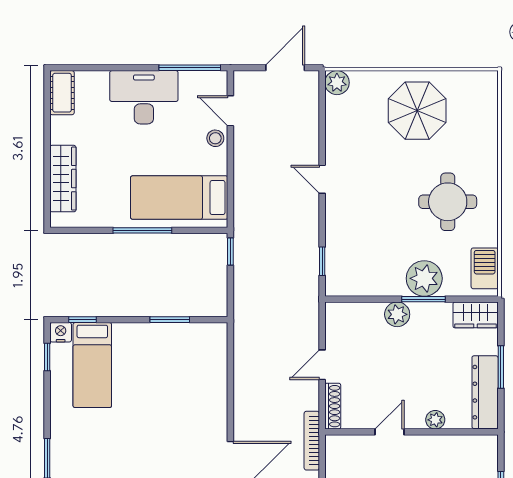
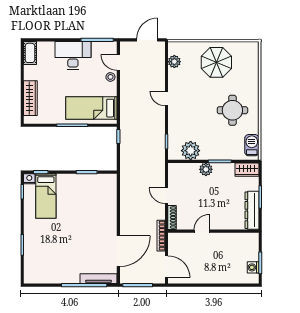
plant: (337, 83) -> (174, 62), moved
plant: (424, 278) -> (191, 151), moved
door: (322, 365) -> (166, 196), hinge flipped
plant: (435, 420) -> (226, 225), removed

